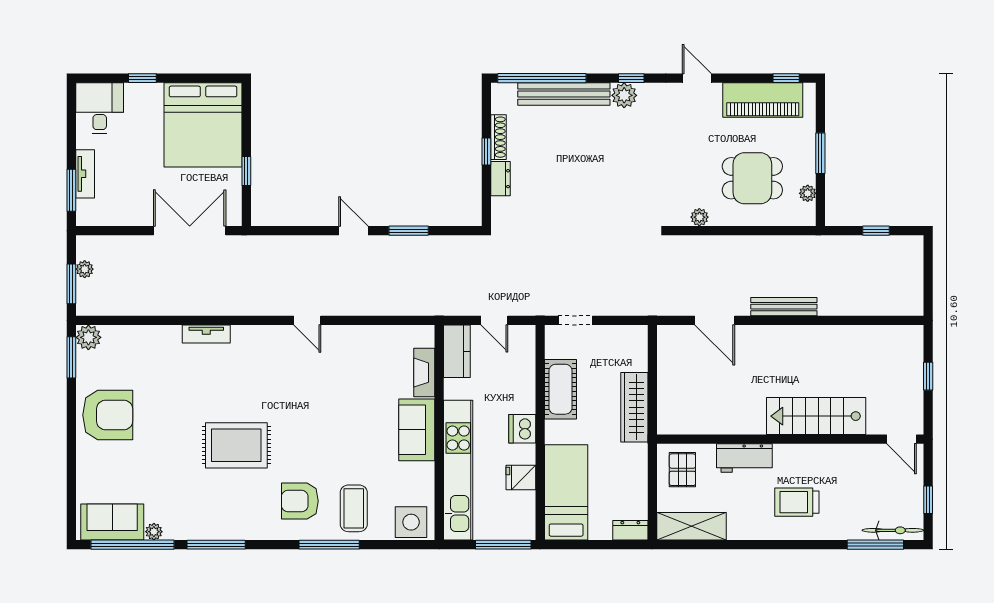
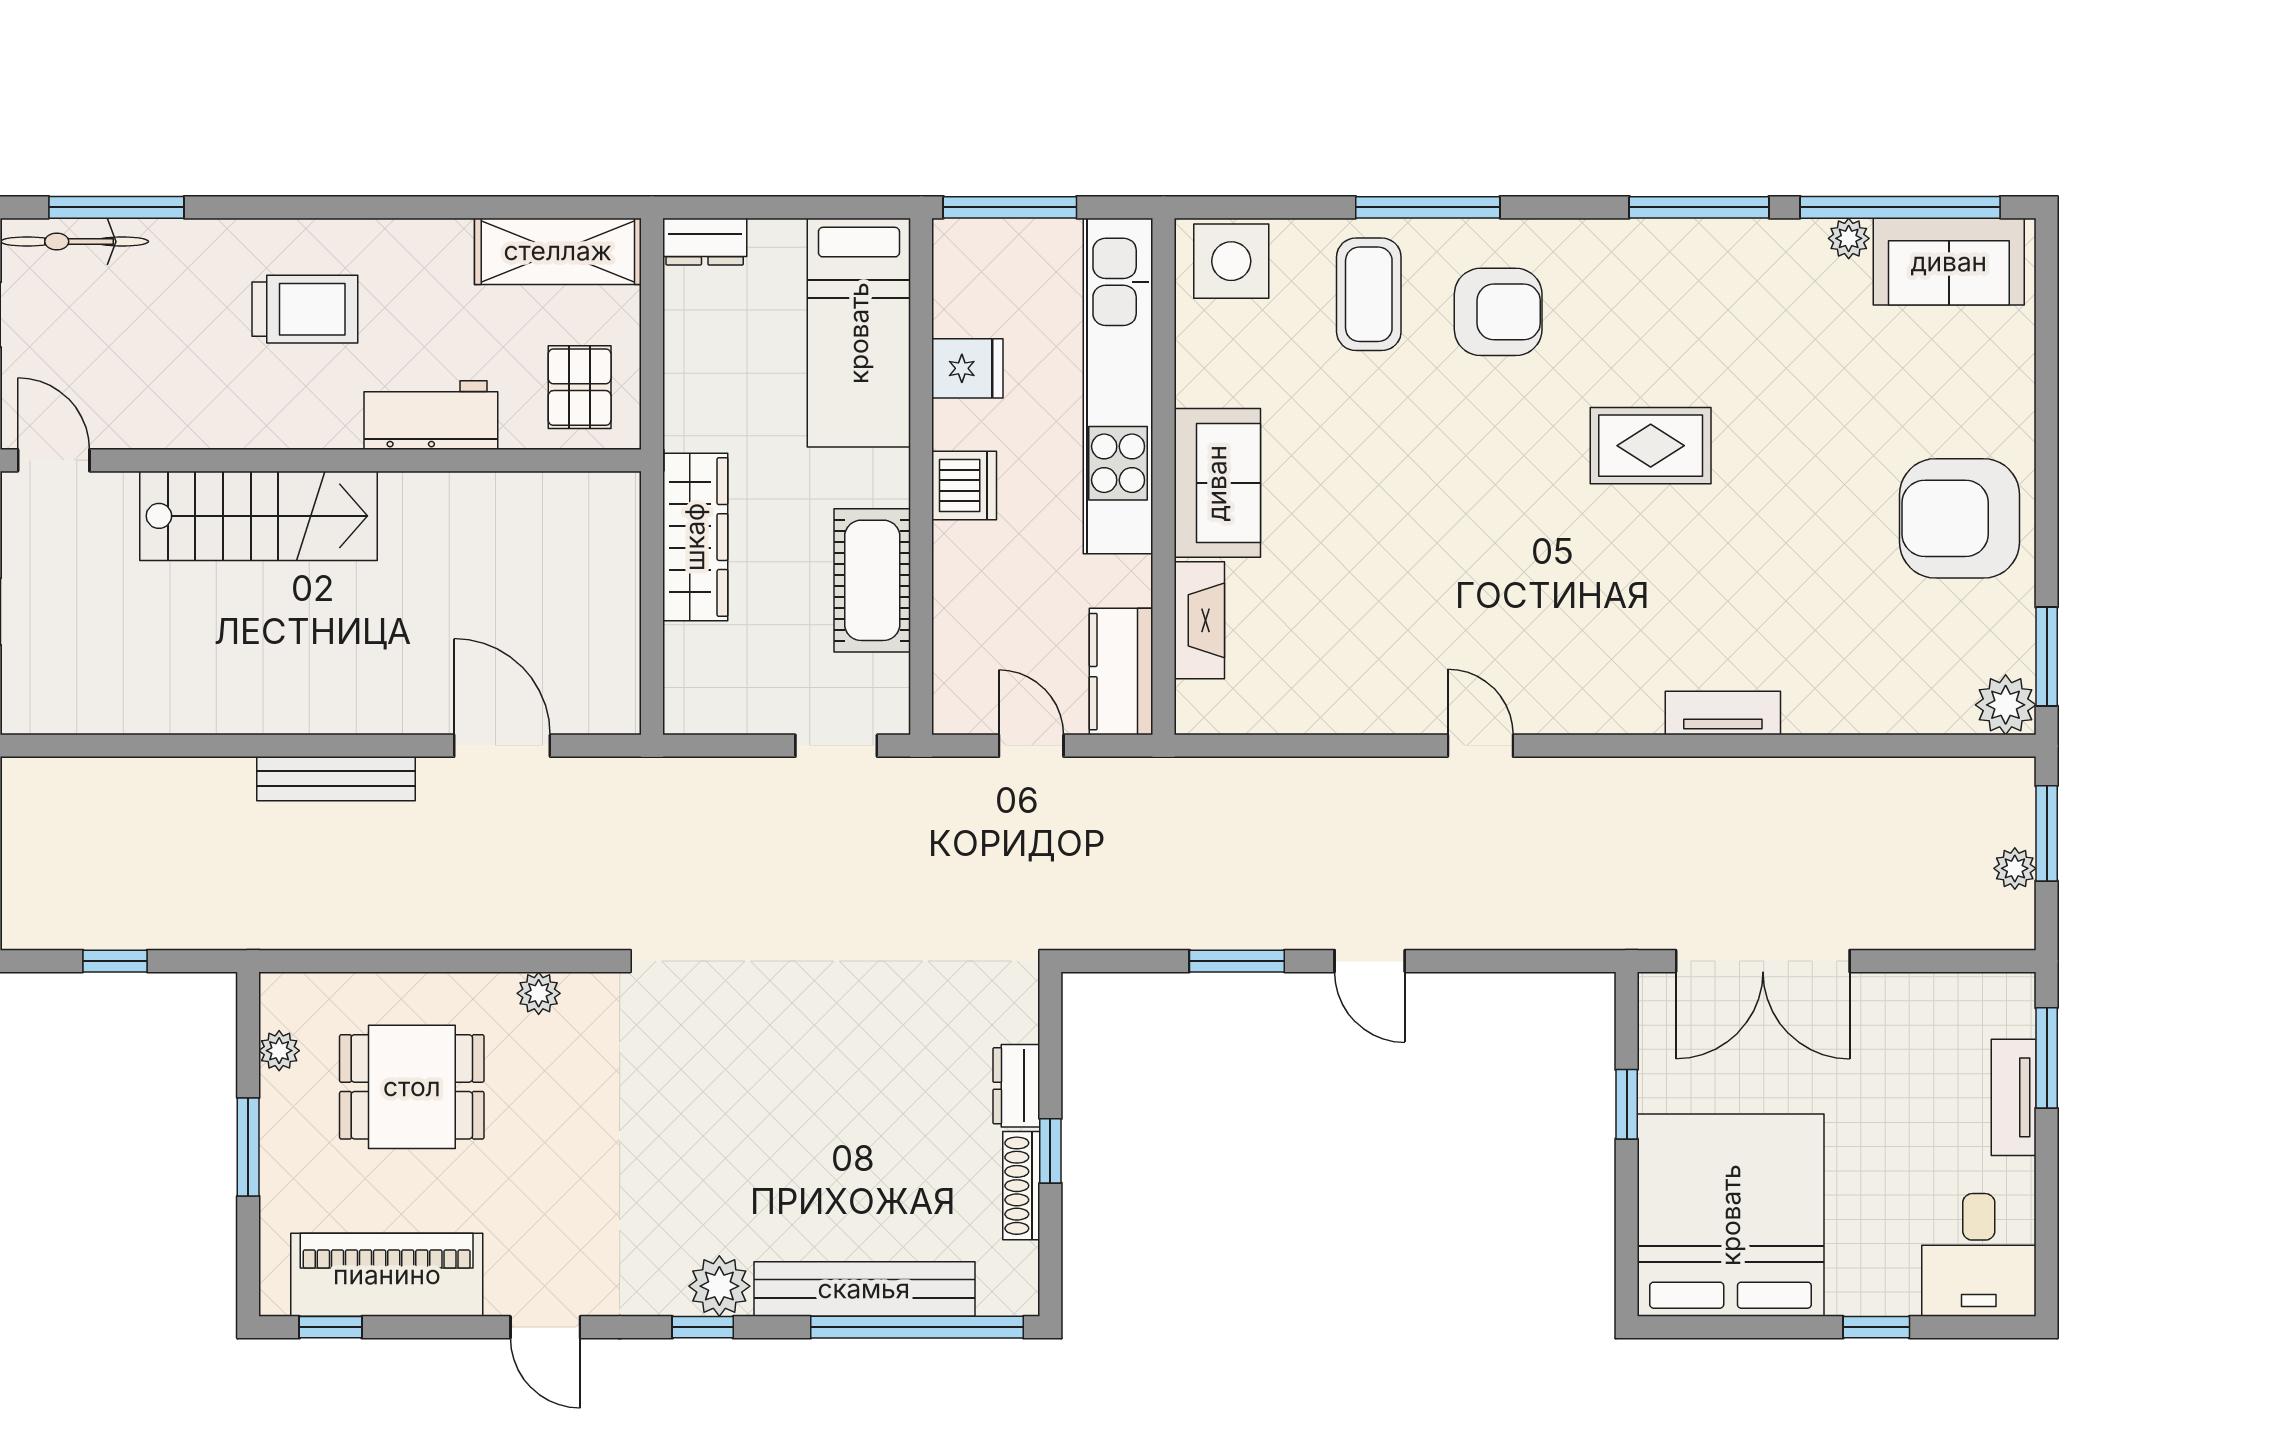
rug: (236, 445) -> (1651, 446), width x0.73, depth x0.70

